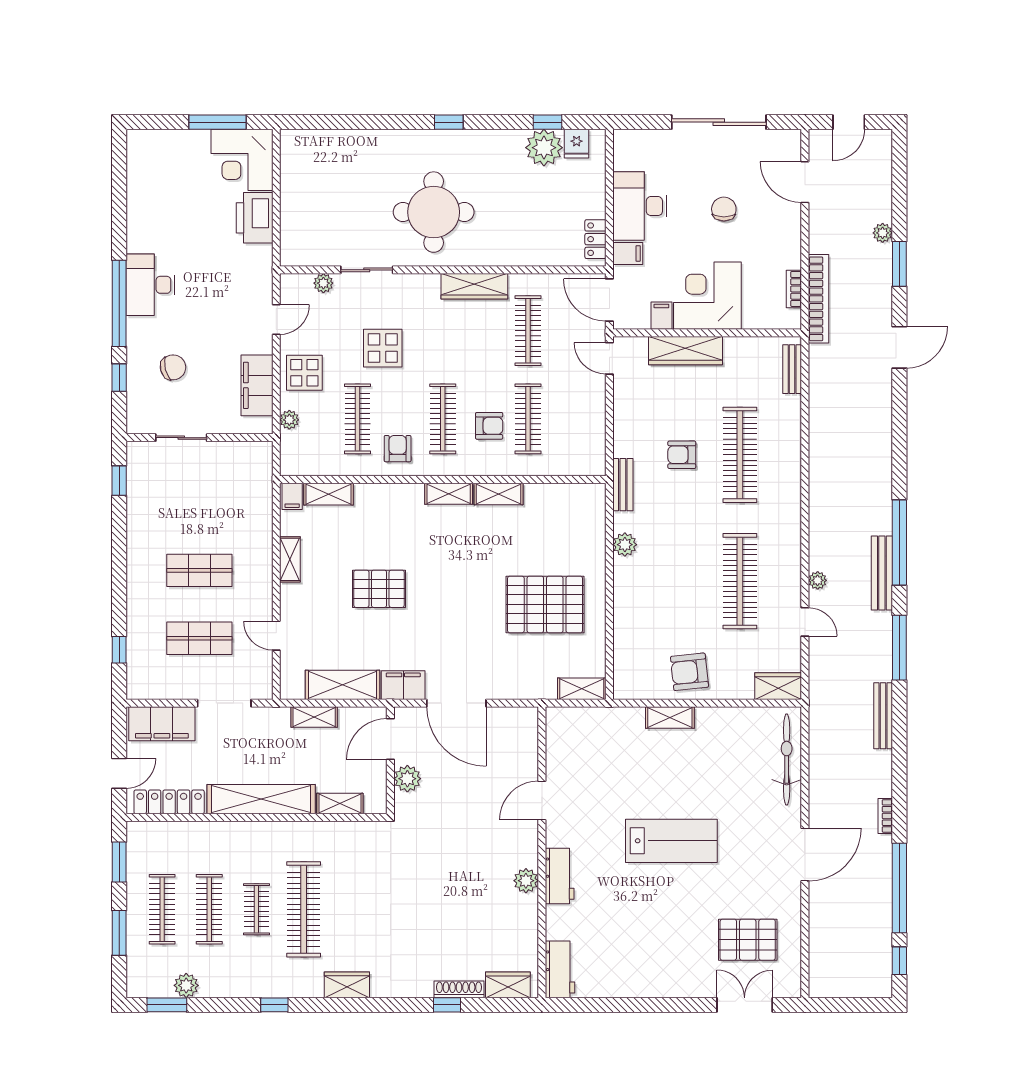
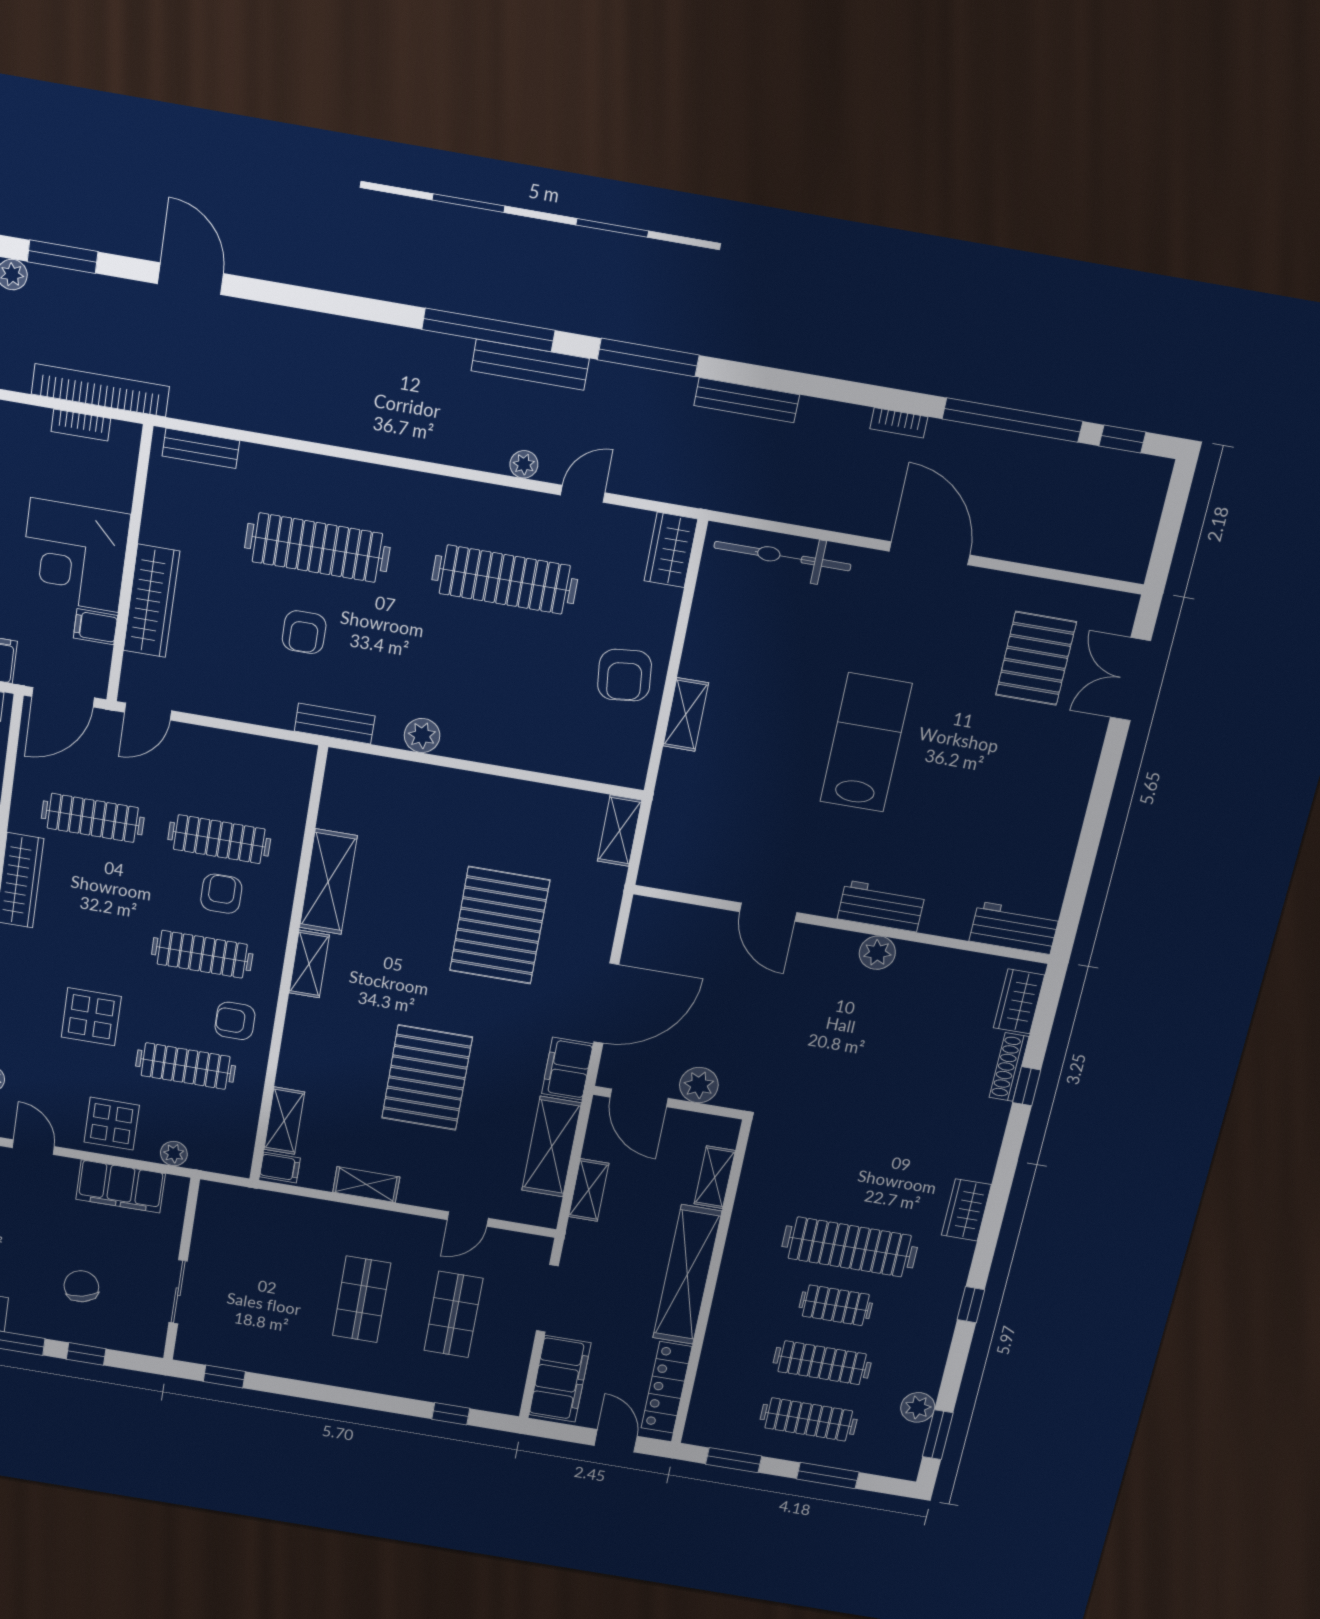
shelving: (499, 494) -> (328, 882), width x1.50, depth x1.33
pallet: (379, 589) -> (427, 1078), width x1.37, depth x1.41
pallet: (545, 604) -> (500, 925), moved

